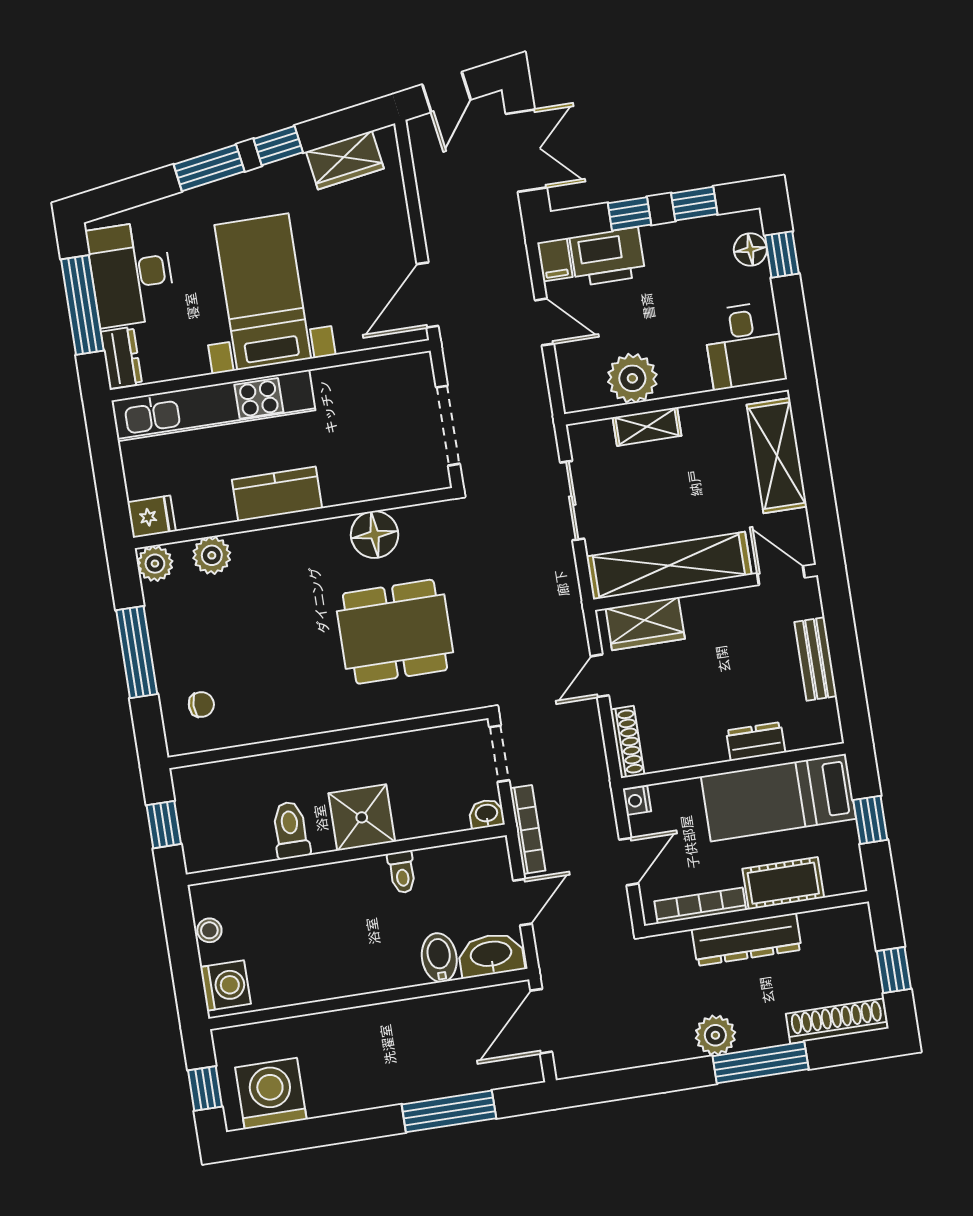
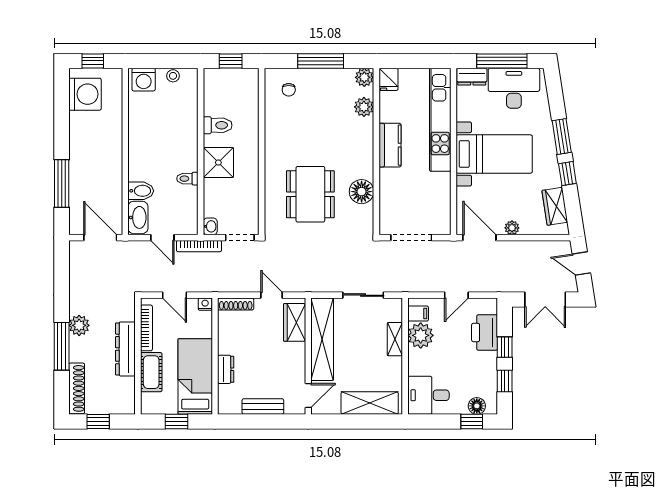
plant: (399, 236) -> (512, 228), added
filing cabinet: (555, 260) -> (418, 314), moved, turned 180

